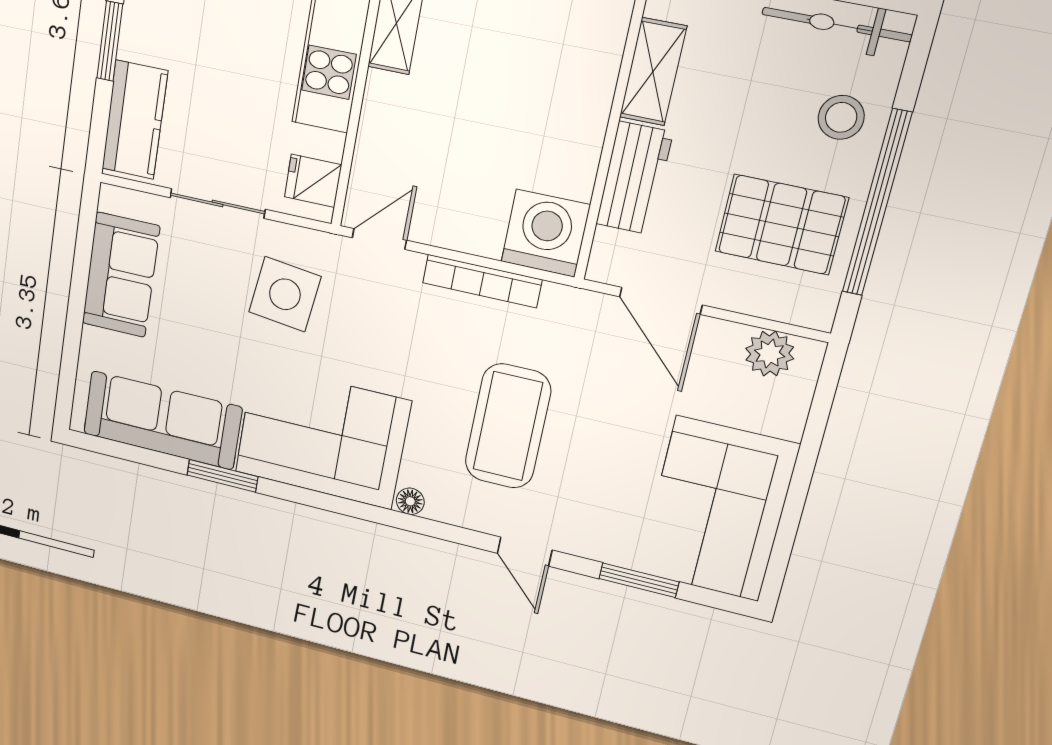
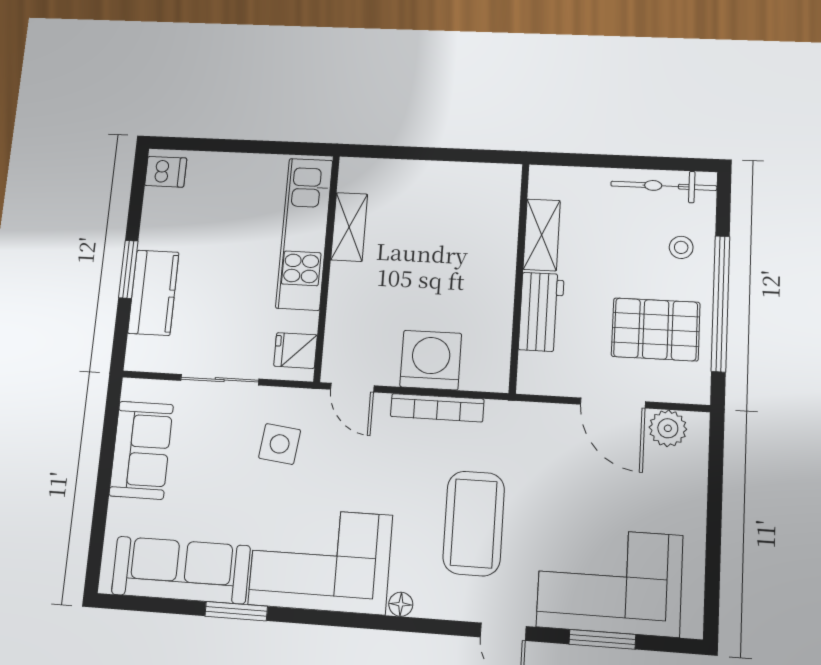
stool: (841, 117) -> (681, 247), width x0.73, depth x0.73
kitchen counter: (135, 120) -> (153, 293), moved
washing machine: (546, 233) -> (431, 360), moved
door: (379, 239) -> (352, 388), swing flipped
side table: (285, 294) -> (280, 444), width x0.73, depth x0.73
door: (661, 301) -> (613, 403), moved
corner sofa: (718, 509) -> (610, 581), moved, turned 90

